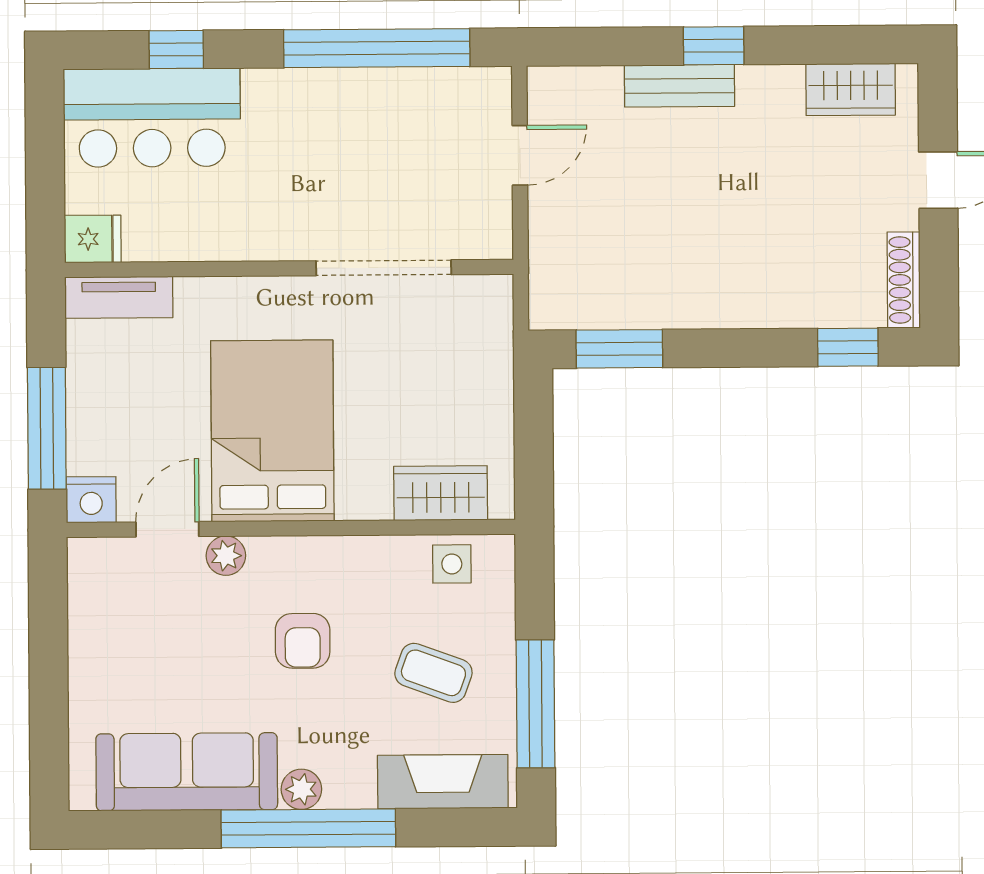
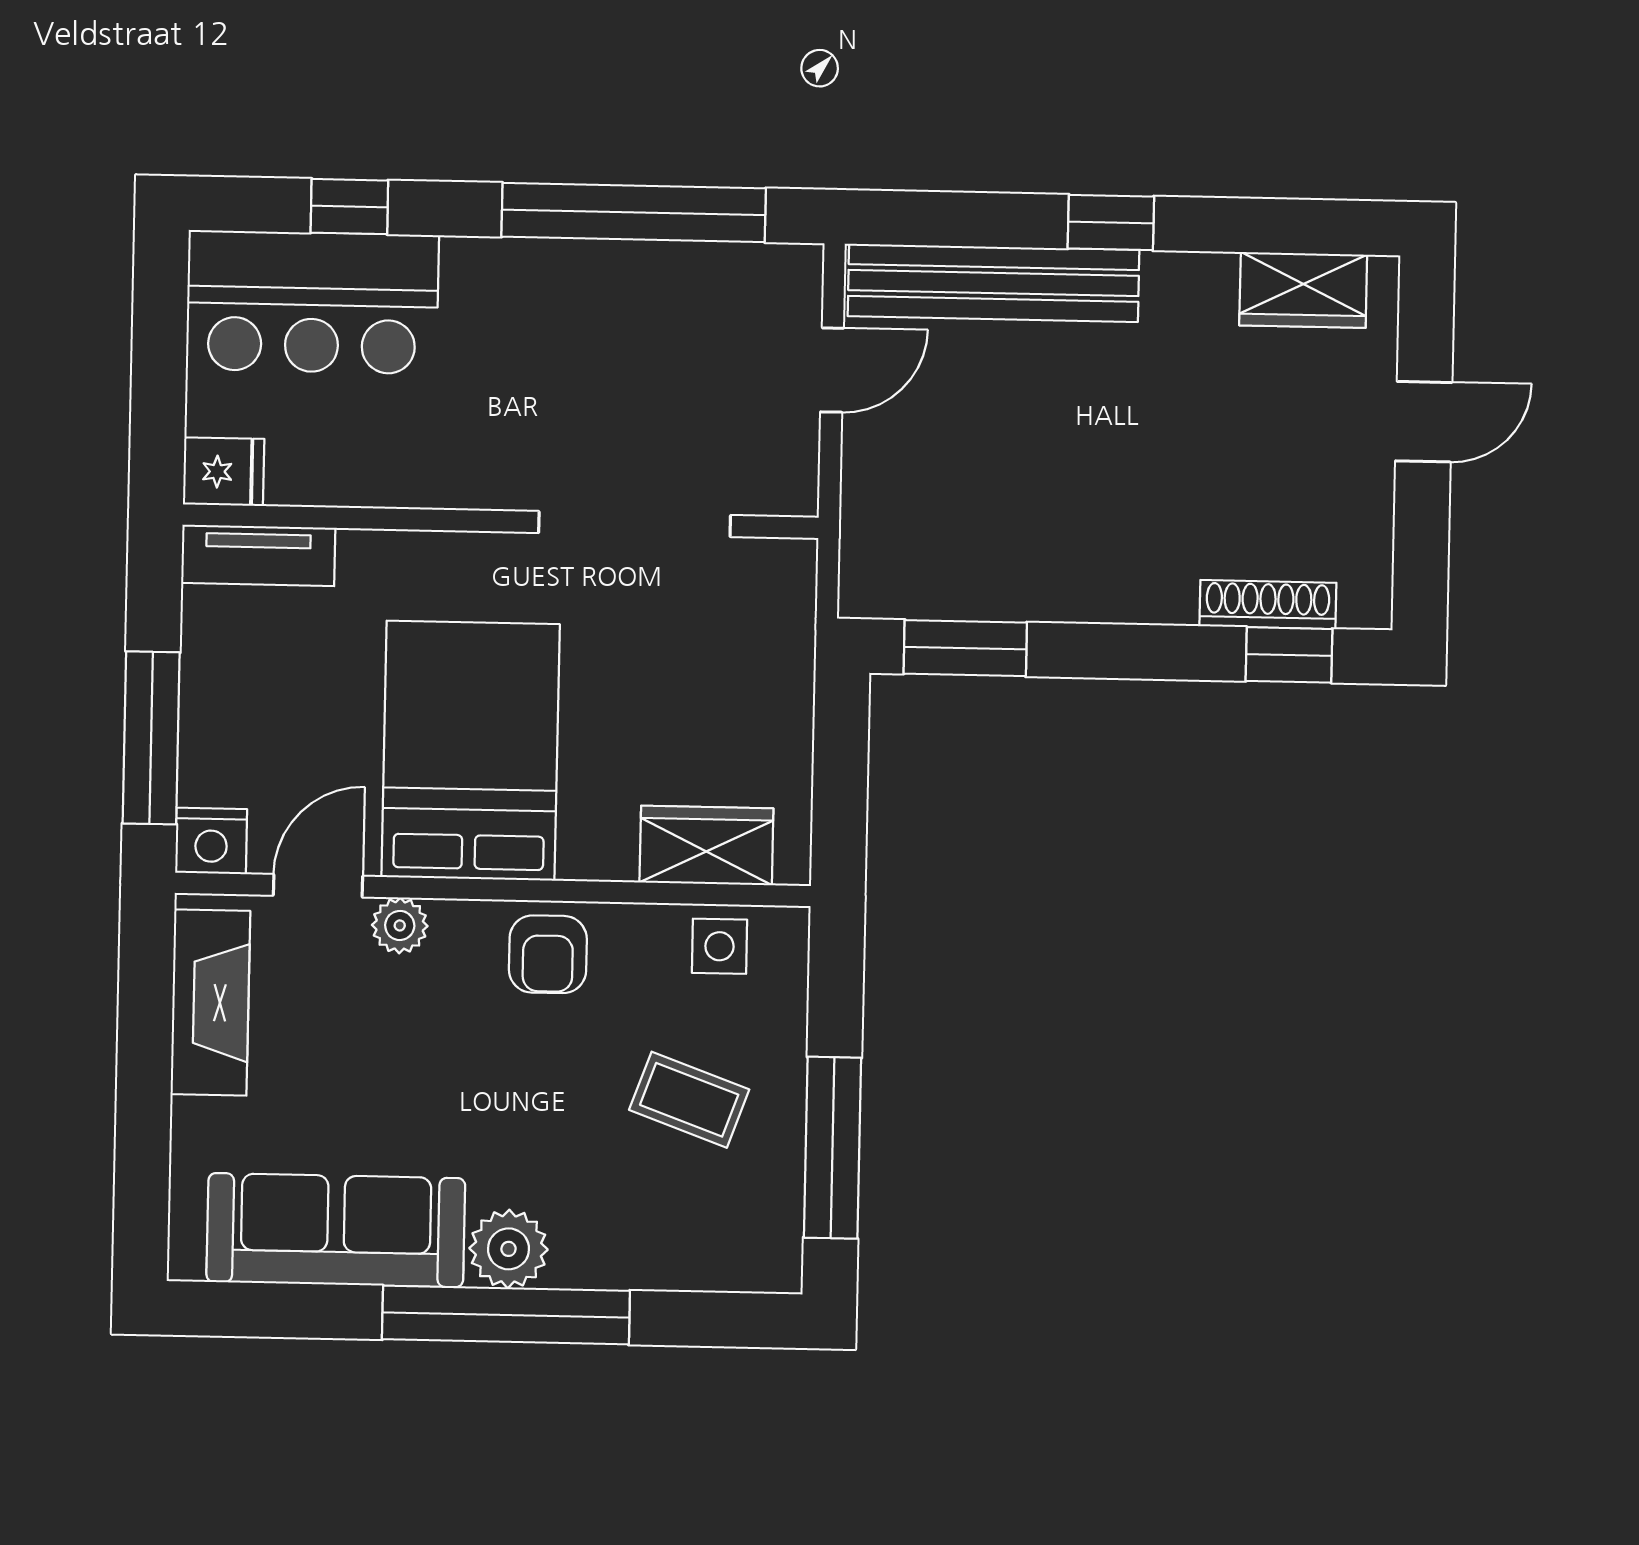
bench: (679, 86) -> (993, 283), width x1.86, depth x1.21
shoe rack: (904, 280) -> (1268, 605), moved, turned 90
armchair: (303, 641) -> (548, 954), moved
fireplace: (443, 782) -> (210, 1003), moved, turned 90
plant: (301, 789) -> (509, 1249), width x1.38, depth x1.38

